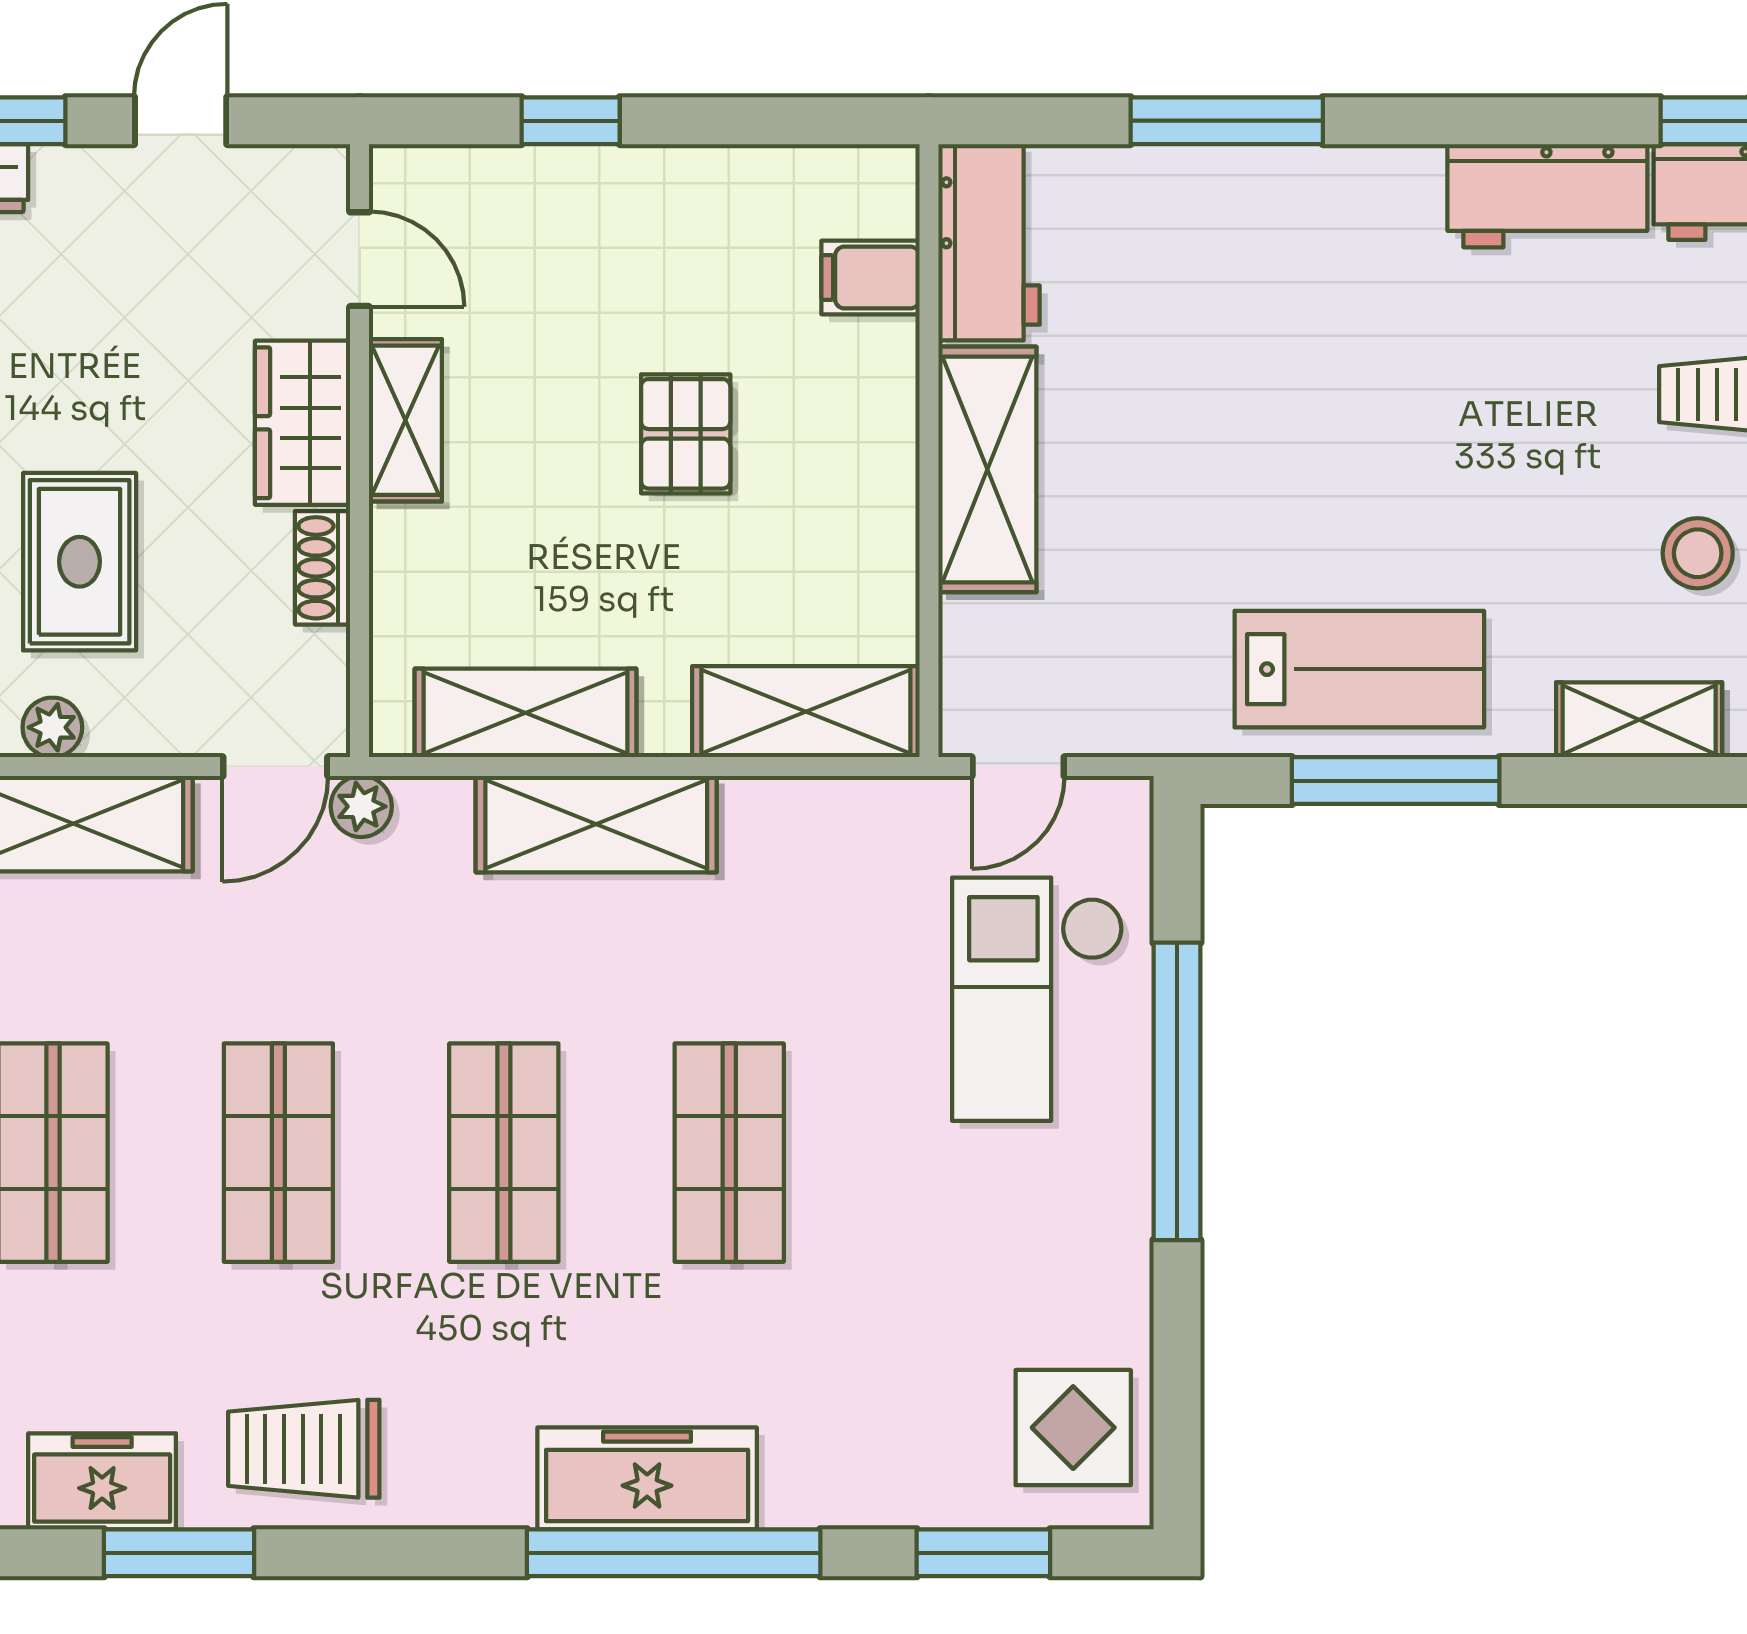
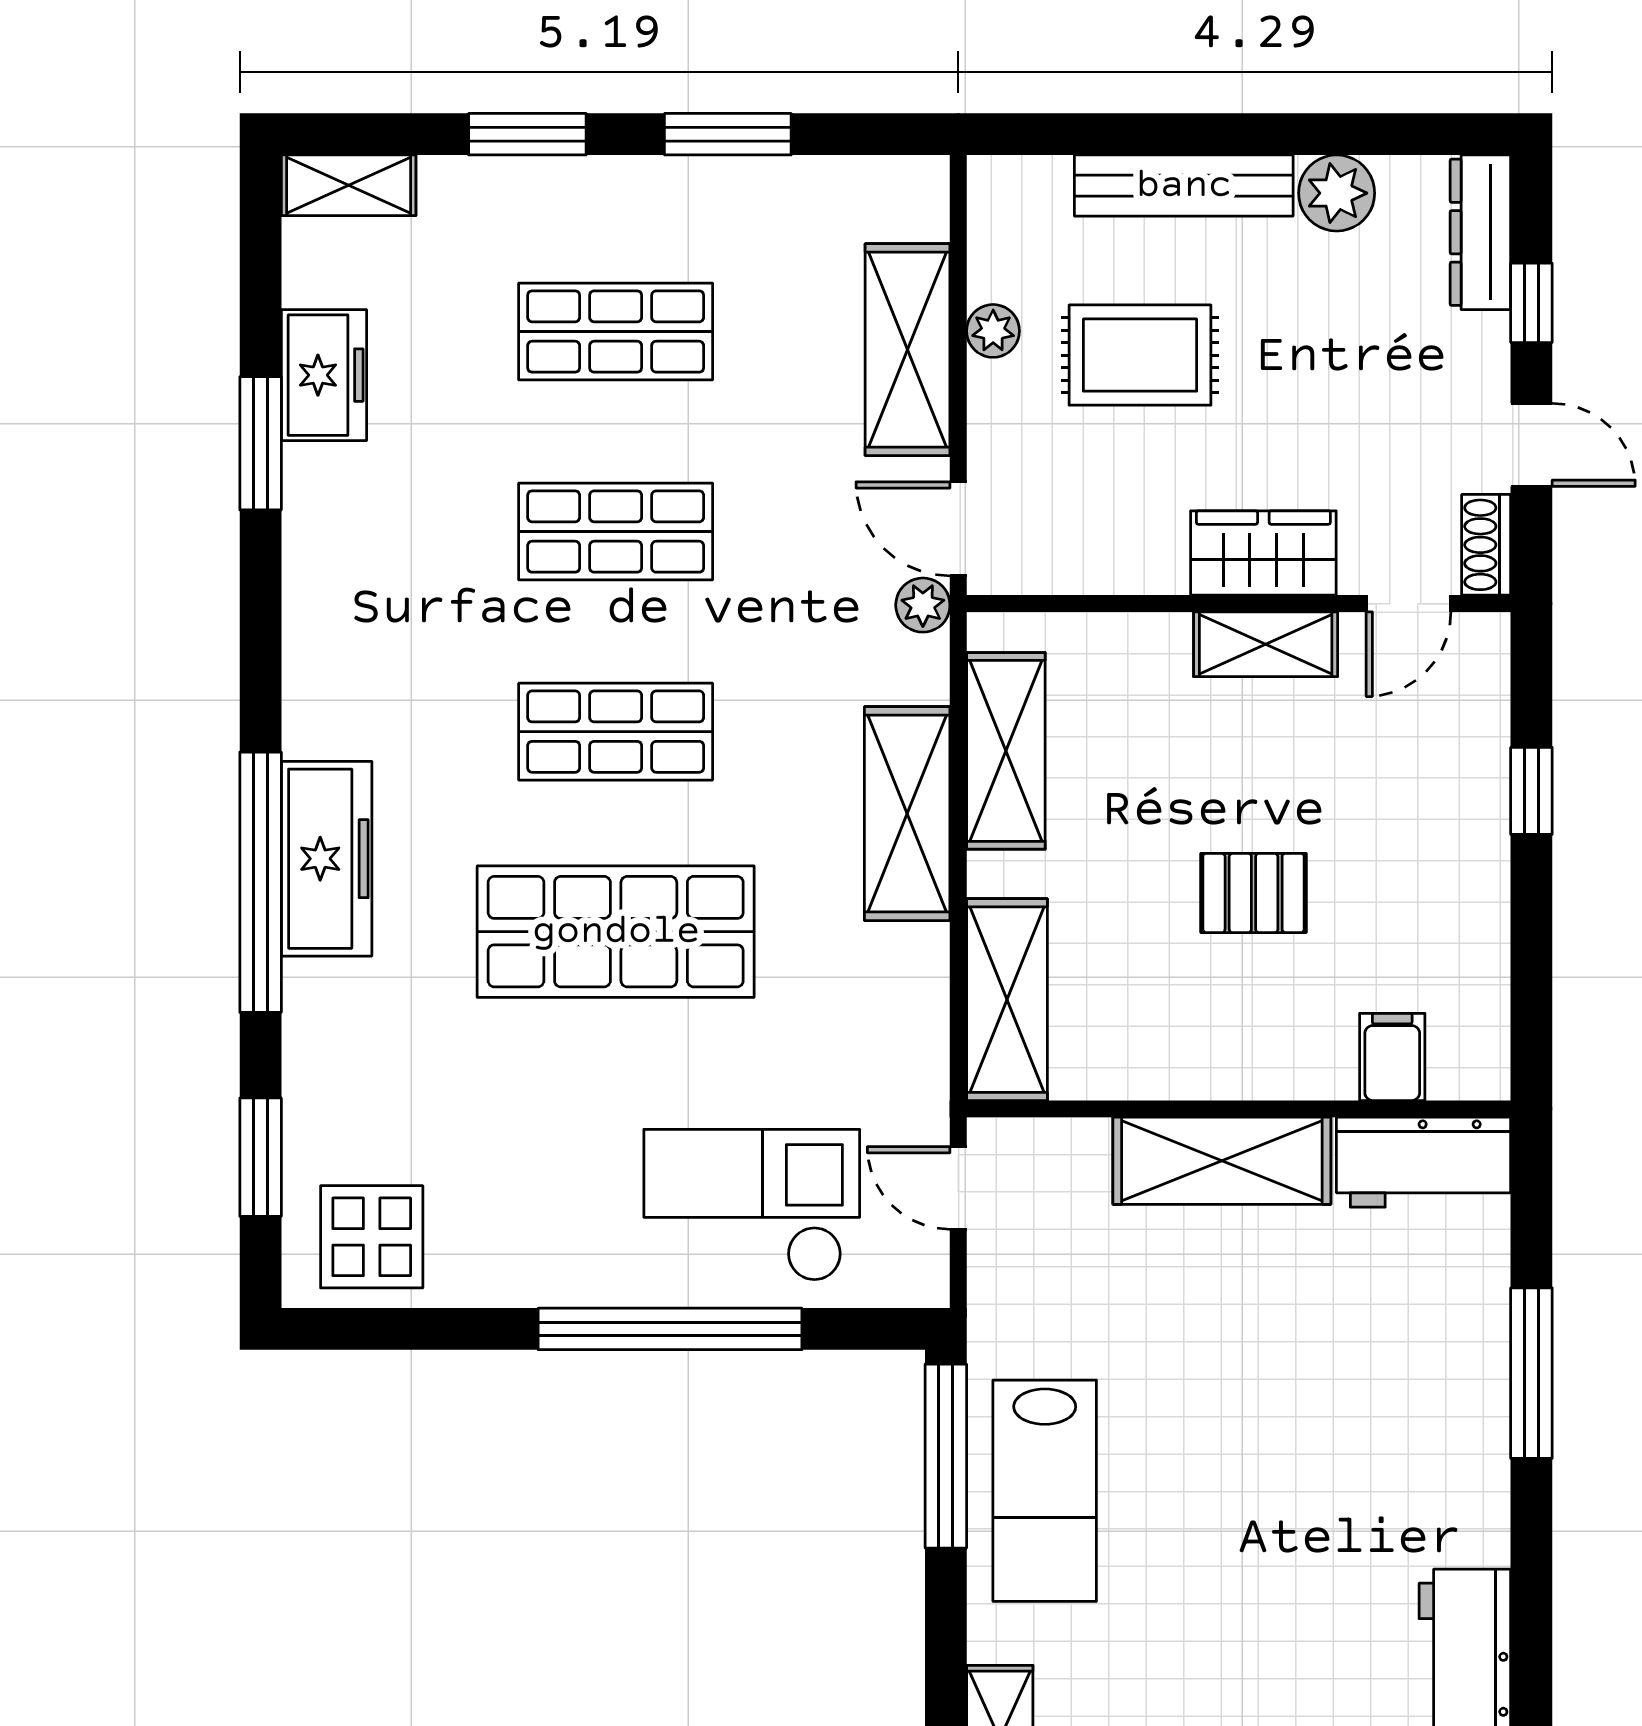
shoe rack: (323, 568) -> (1486, 545), moved, turned -90
window: (1396, 781) -> (946, 1456), moved
shop shelf: (729, 1153) -> (616, 932), width x1.43, depth x1.36
trolley: (304, 1449) -> (353, 554), removed

